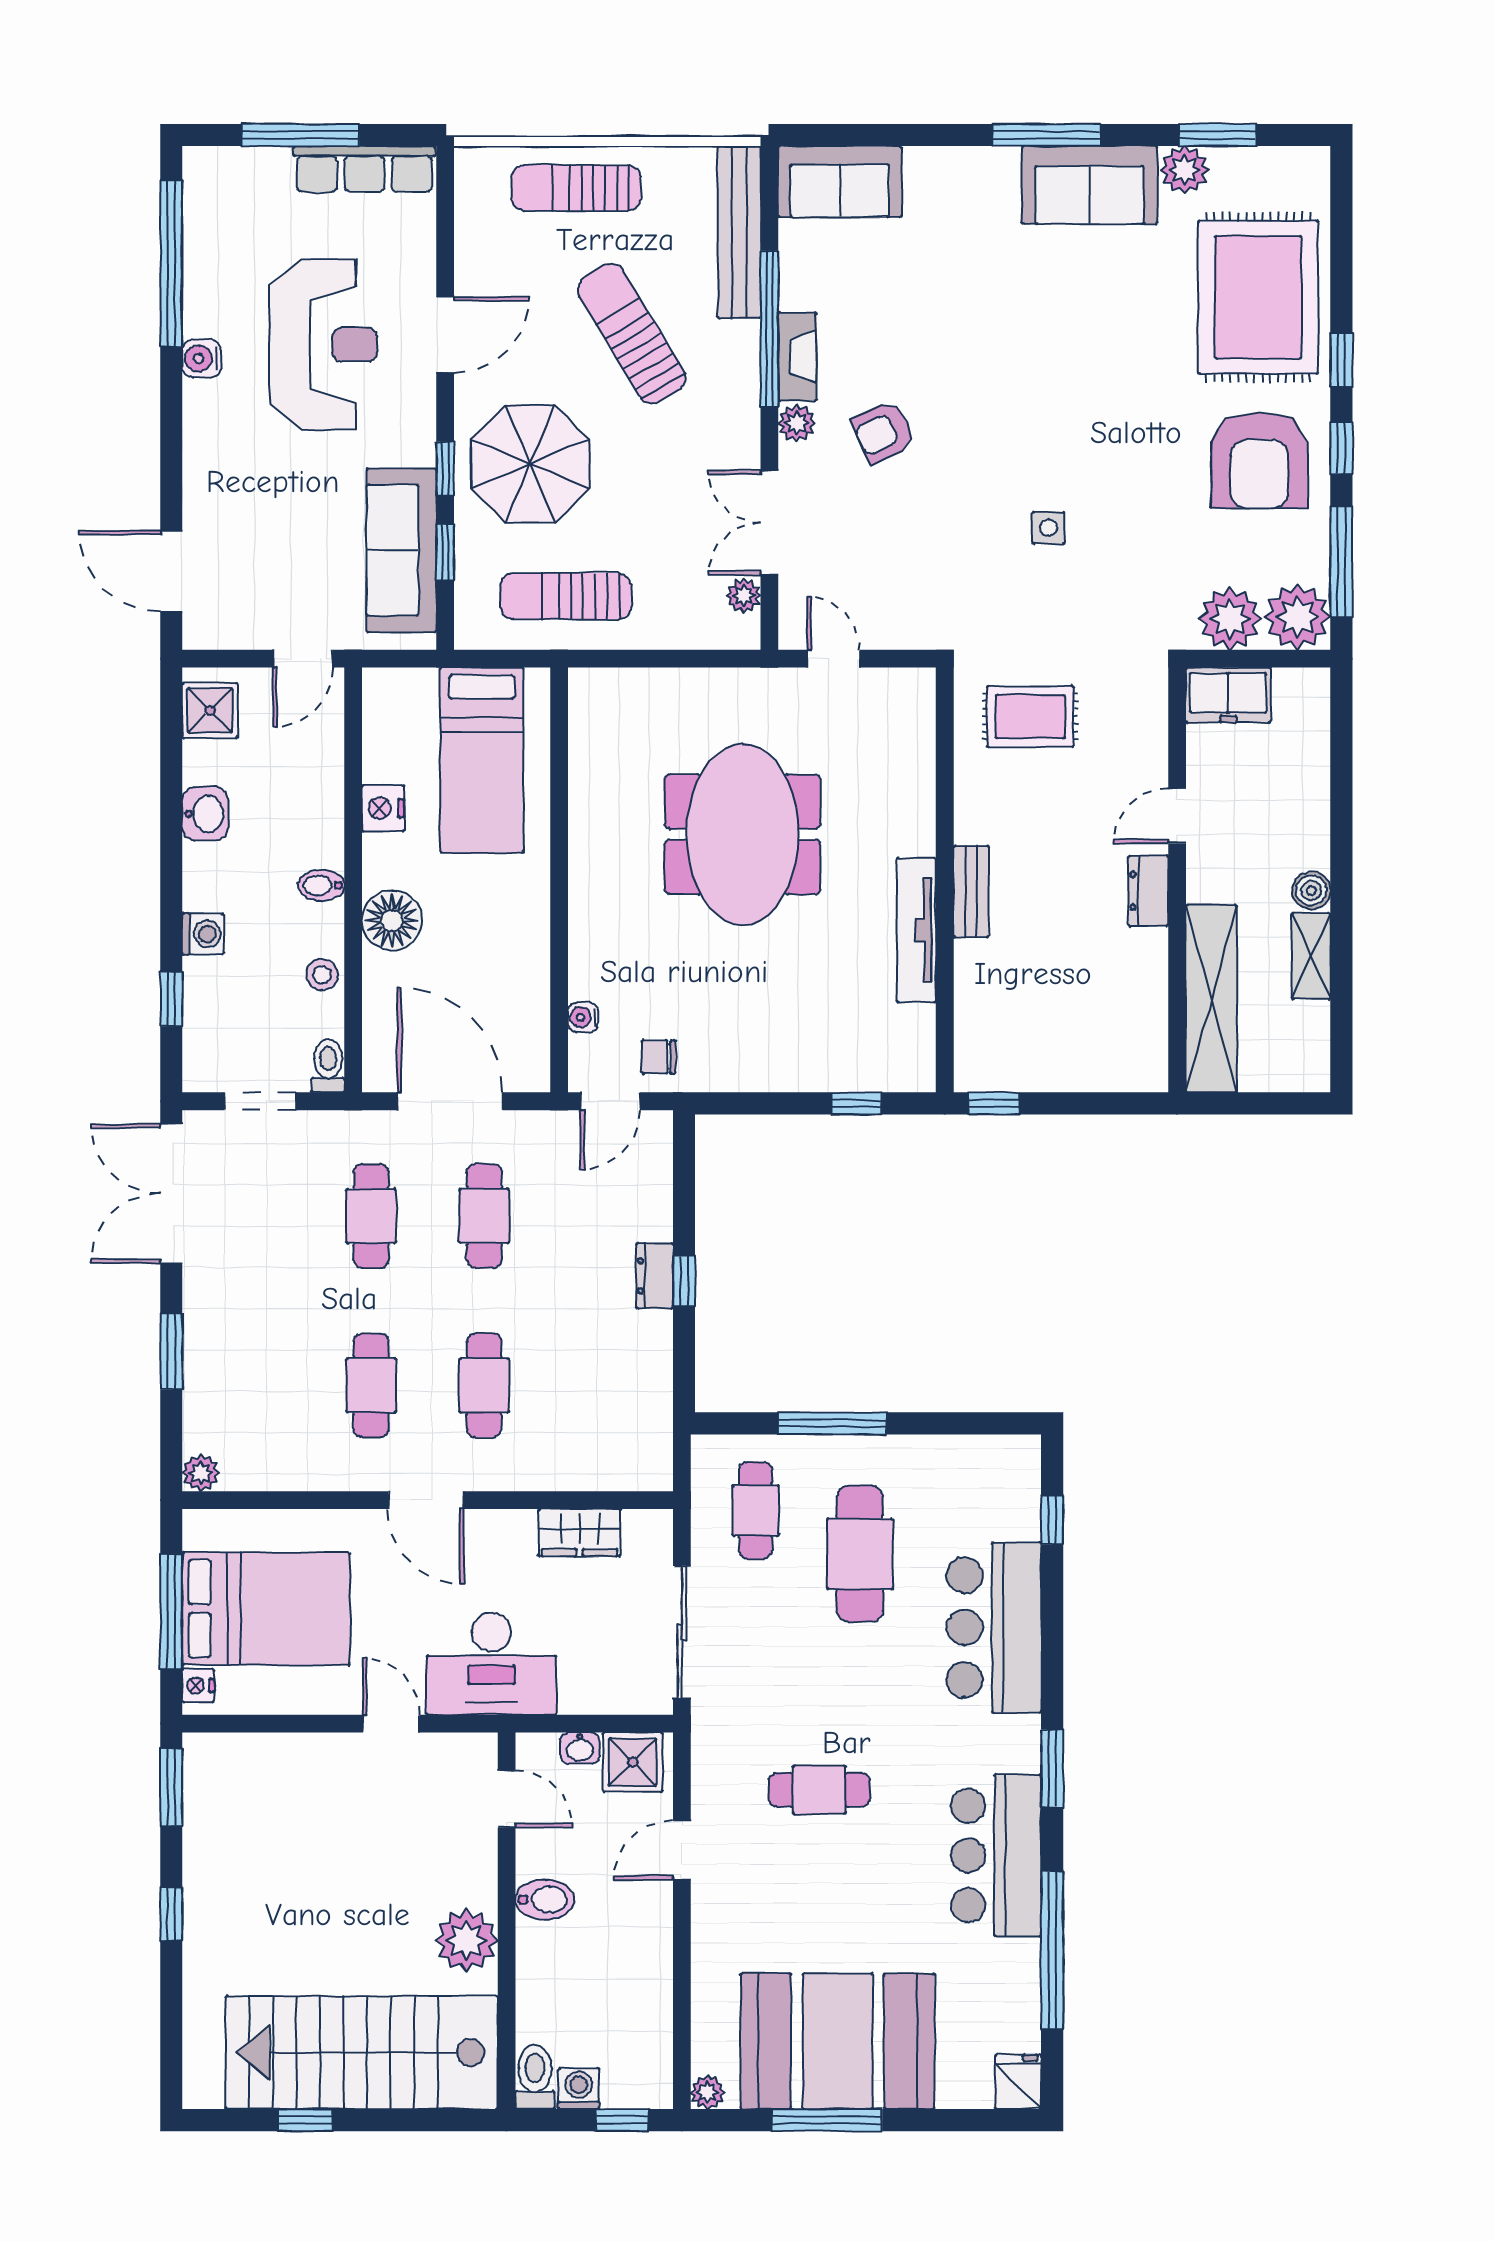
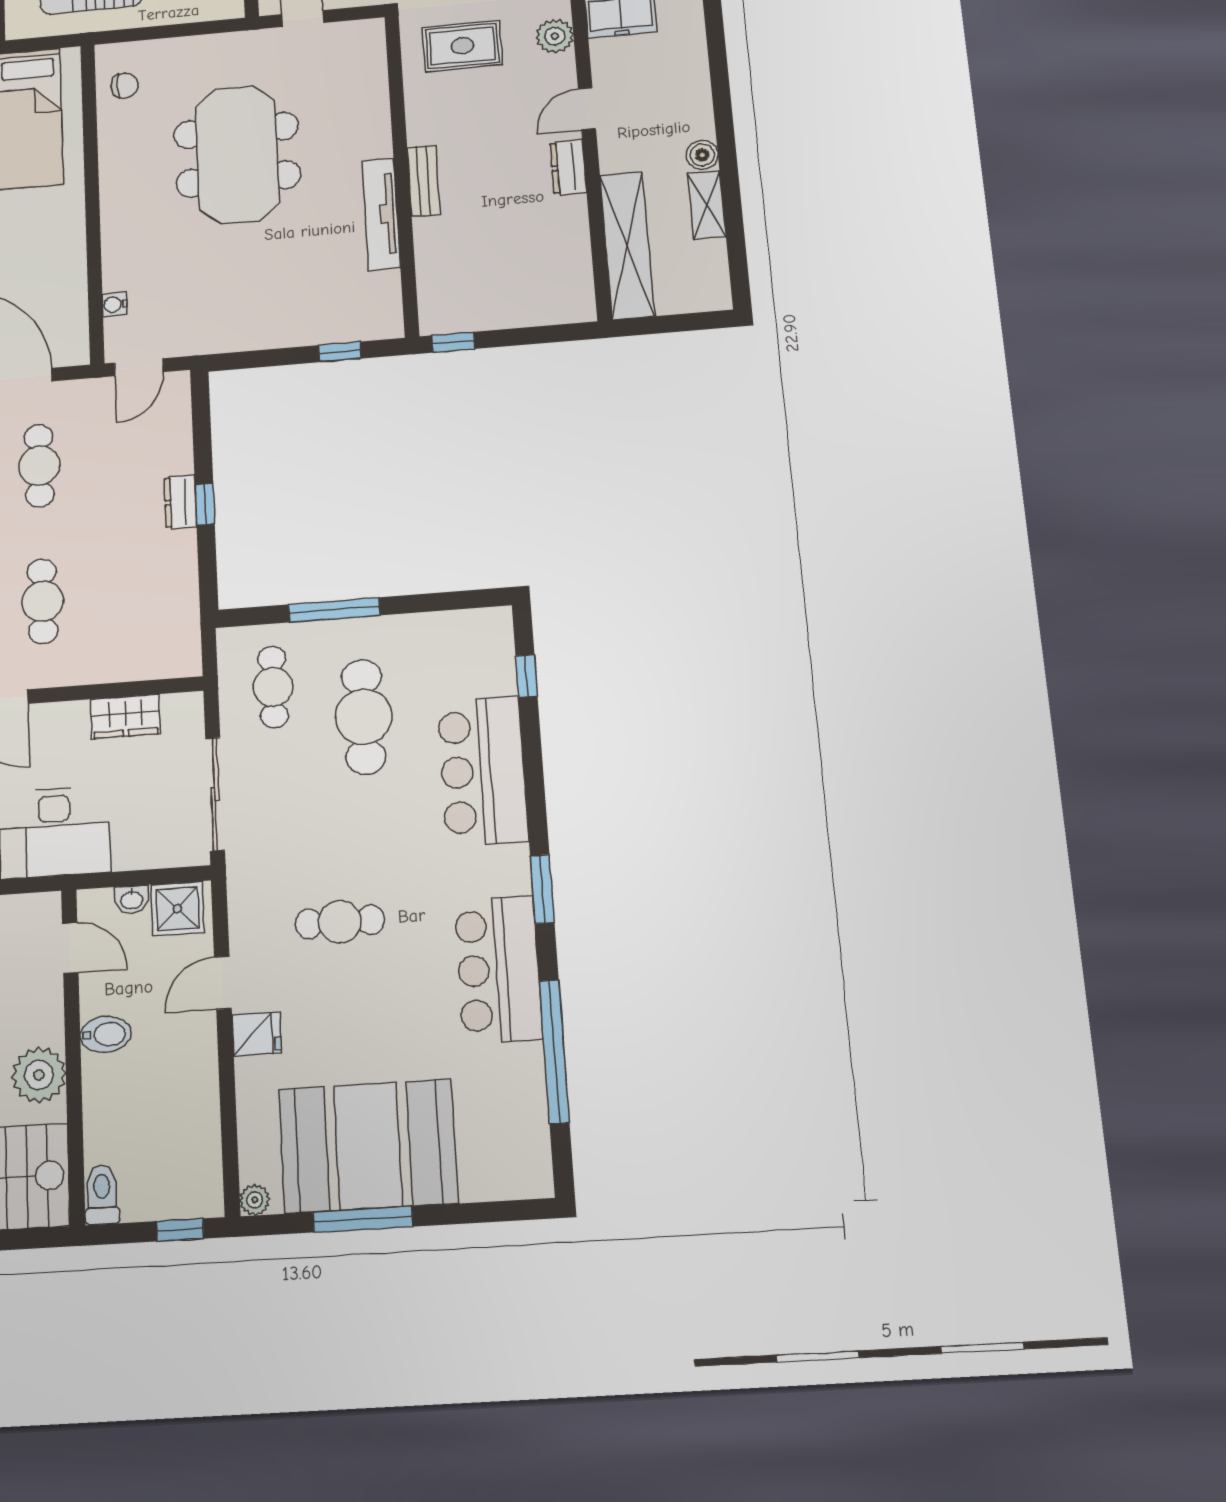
plant: (1145, 715) -> (555, 36), added
chair: (659, 1057) -> (125, 86), moved, turned 180
fridge: (1018, 2082) -> (257, 1034), moved, turned 90
washing machine: (579, 2089) -> (141, 1203), removed

